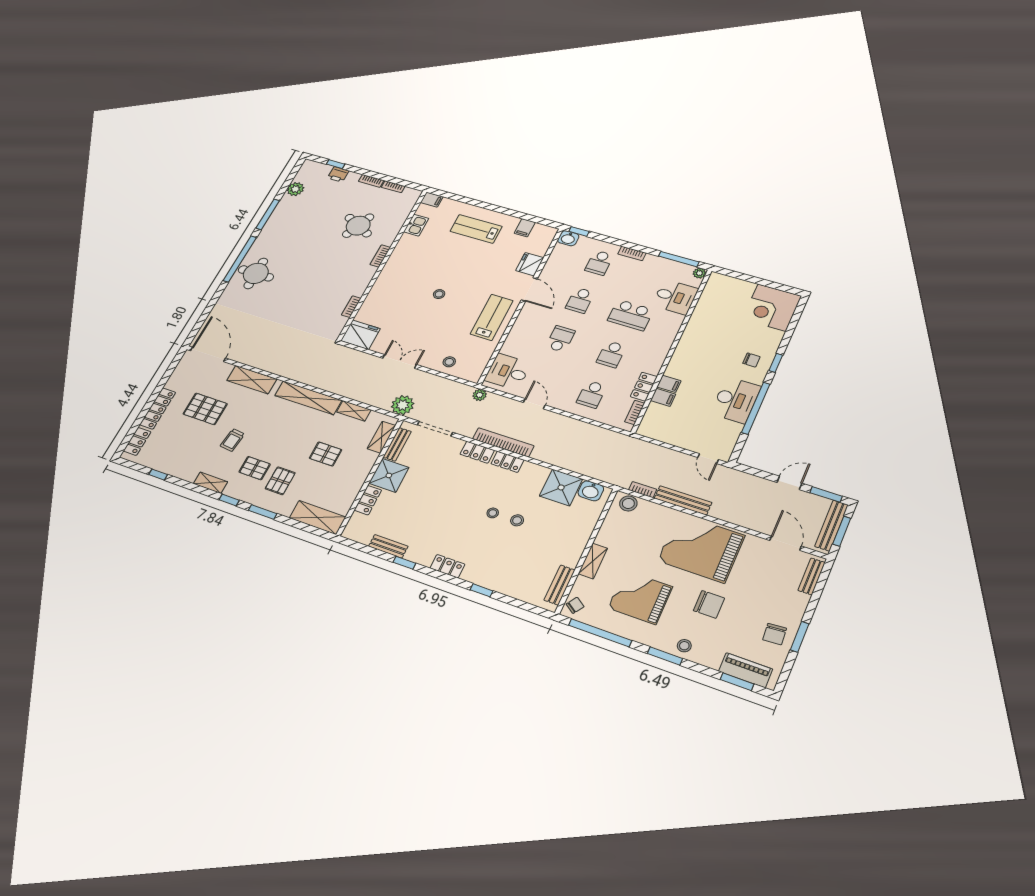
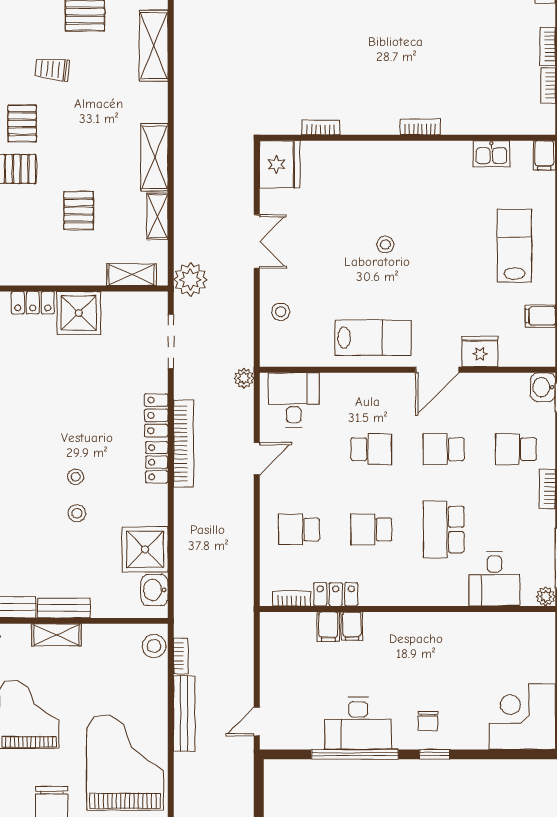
round table: (358, 226) -> (461, 67), removed
shelving: (308, 398) -> (154, 157), width x0.68
bench: (397, 444) -> (64, 608), moved

